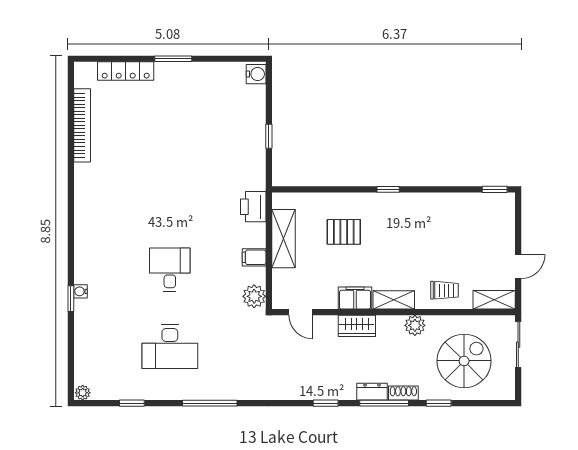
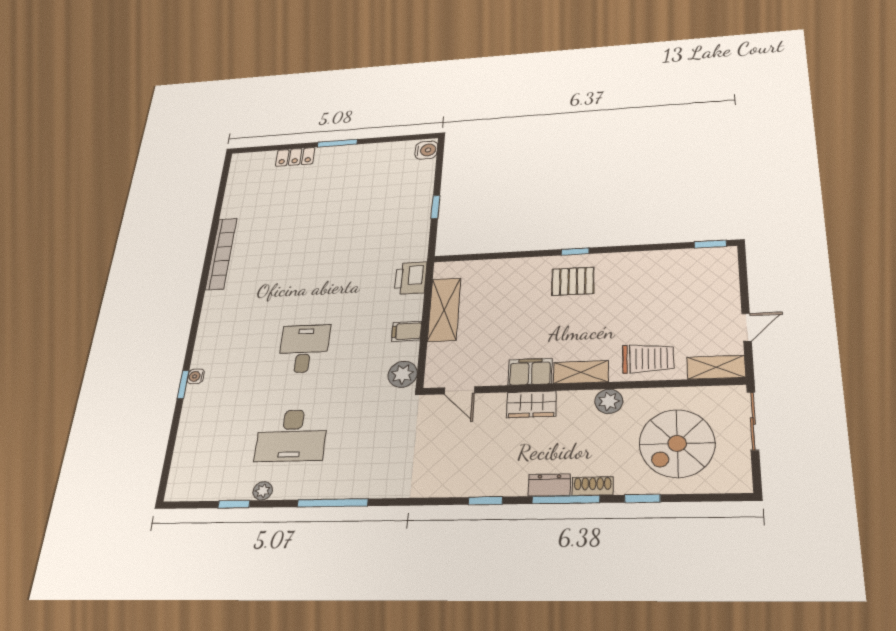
locker: (126, 71) -> (295, 157), width x0.66
bookcase: (82, 125) -> (221, 254), moved
pallet: (344, 232) -> (573, 281), moved
trolley: (445, 290) -> (648, 359), width x1.36, depth x1.39
spiral stairs: (464, 361) -> (677, 443), turned 180
plant: (83, 393) -> (263, 491), moved

